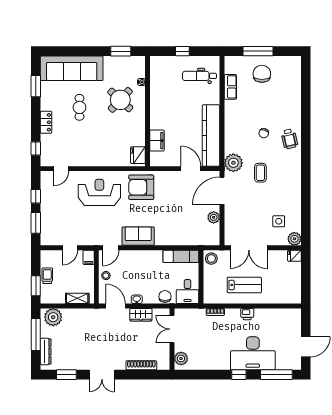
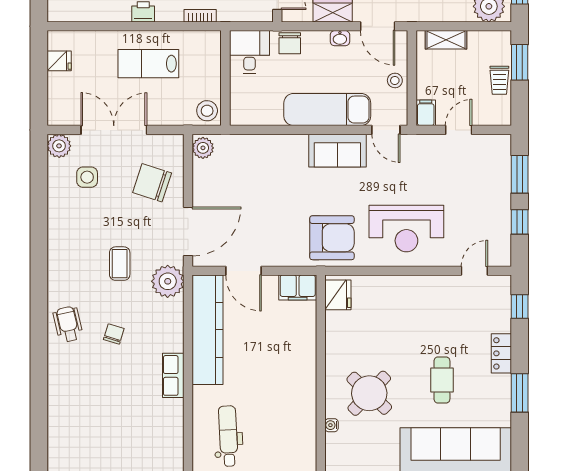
chair: (262, 74) -> (152, 183), moved, turned 108
dental chair: (199, 76) -> (228, 436), turned -93
window: (36, 86) -> (520, 393), moved
row of seats: (230, 87) -> (173, 375), moved
filing cabinet: (157, 141) -> (298, 288), moved, turned -90
plant: (214, 217) -> (203, 148), moved
door: (111, 248) -> (386, 130), swing flipped
double door: (249, 248) -> (114, 130), moved
exam couch: (181, 256) -> (327, 110), moved, width x1.36, depth x1.45
fridge: (294, 256) -> (59, 61), moved

